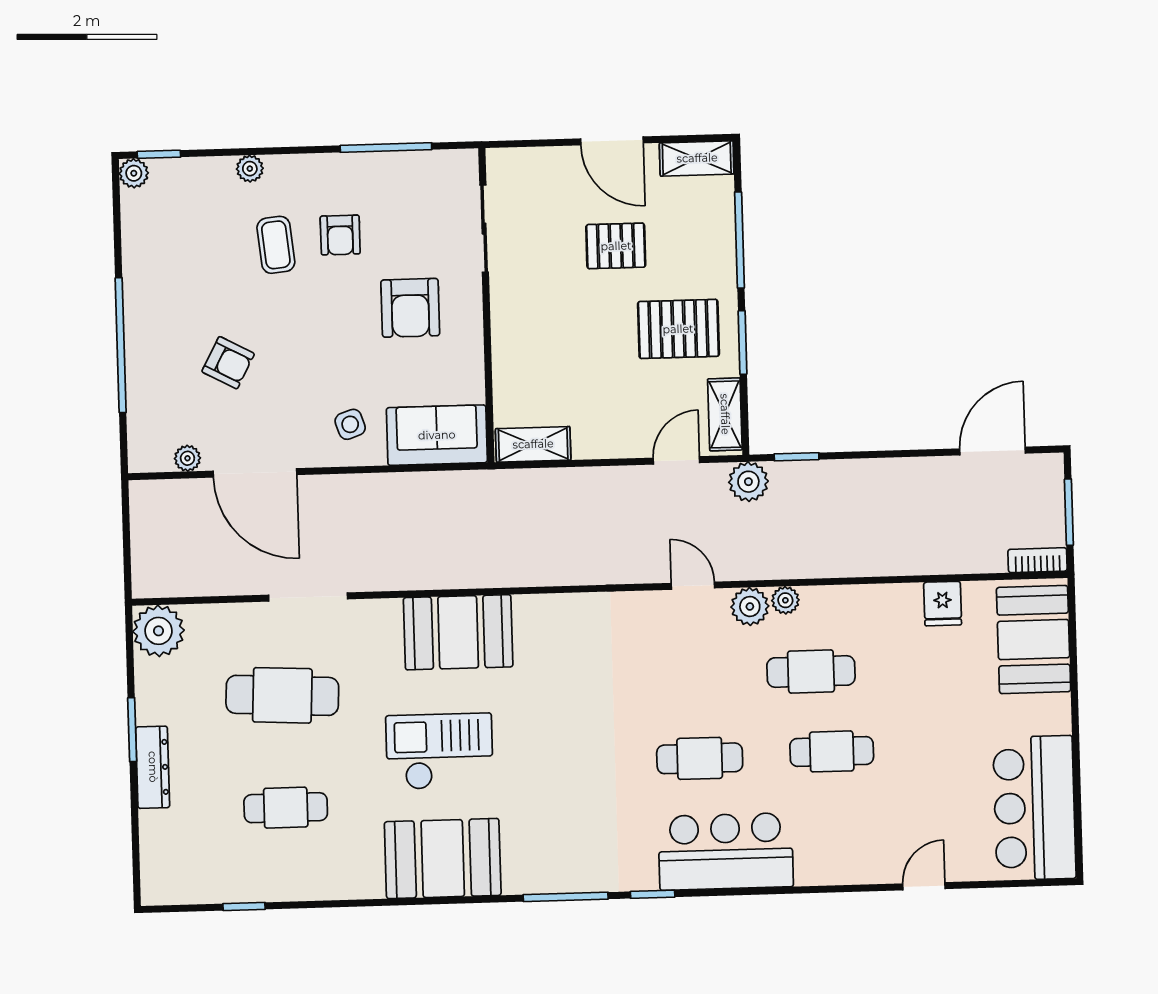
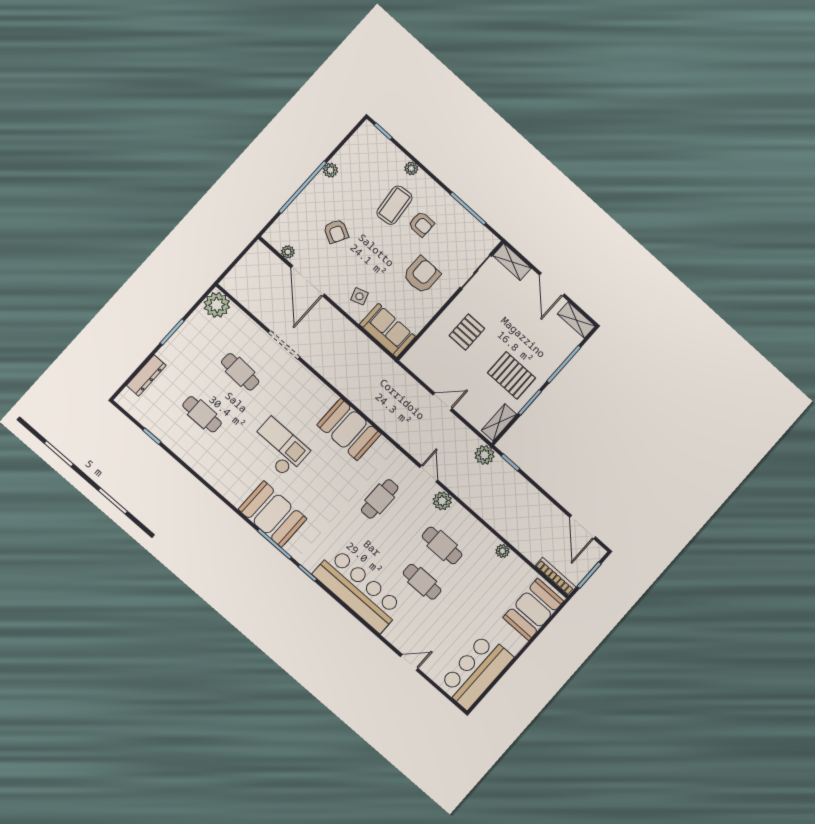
plant: (134, 173) -> (330, 170), moved
armchair: (340, 235) -> (421, 224), turned -90
coffee table: (276, 245) -> (394, 205), width x1.36, depth x1.30
pallet: (616, 246) -> (467, 332), moved, turned 90
armchair: (410, 308) -> (422, 275), turned 180
shelving: (533, 444) -> (512, 262), moved
door: (992, 451) -> (583, 527), swing flipped
door: (676, 460) -> (443, 402), moved
bookcase: (1038, 560) -> (556, 576), width x1.56
plant: (785, 600) -> (503, 551), moved
fridge: (943, 604) -> (513, 566), removed
booth: (458, 632) -> (349, 429), moved
cafe table: (282, 695) -> (240, 372), width x0.73, depth x0.74
cafe table: (700, 758) -> (380, 499), moved, turned 90
dresser: (153, 767) -> (146, 375), moved
bar counter: (726, 851) -> (358, 590), width x1.36
booth: (443, 859) -> (273, 514), moved

